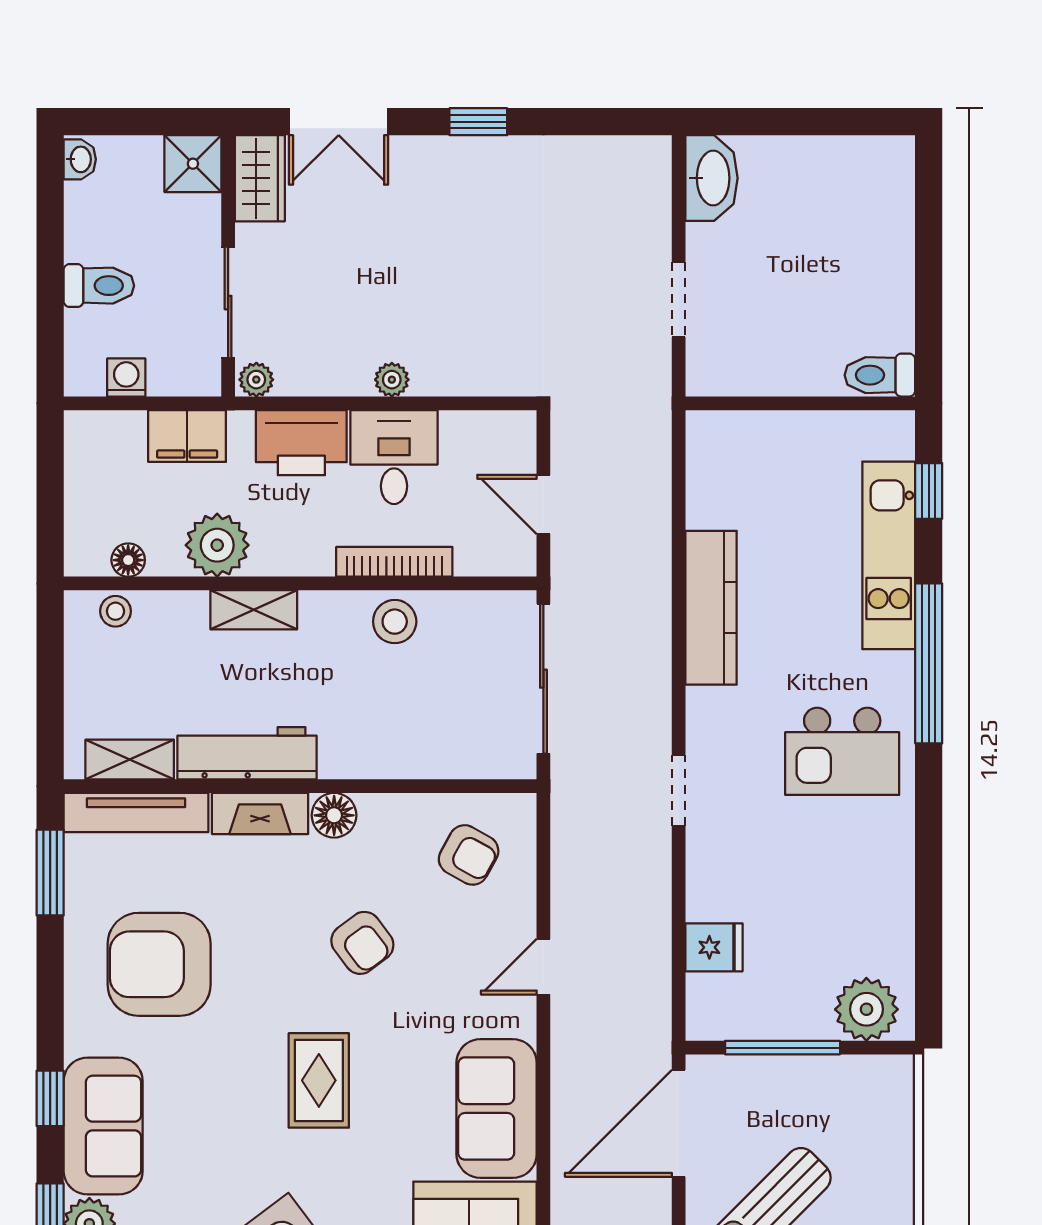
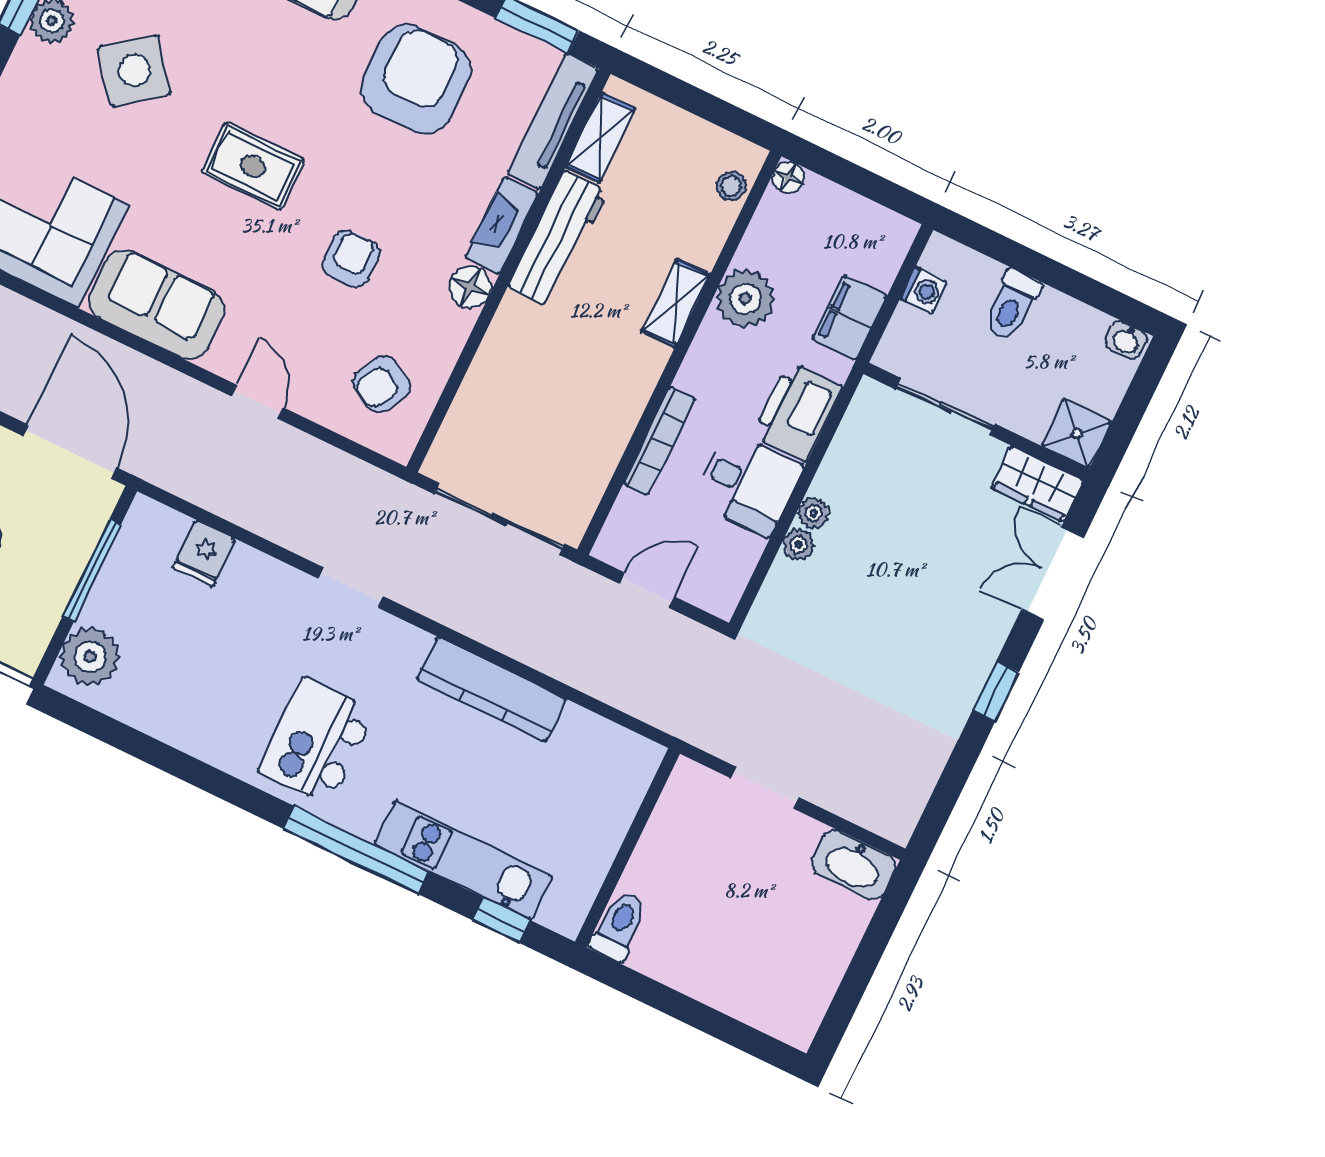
plant: (256, 380) -> (798, 545), moved
floor lamp: (128, 560) -> (789, 177), moved
stool: (395, 622) -> (609, 417), removed
armchair: (362, 943) -> (351, 259), turned 127

